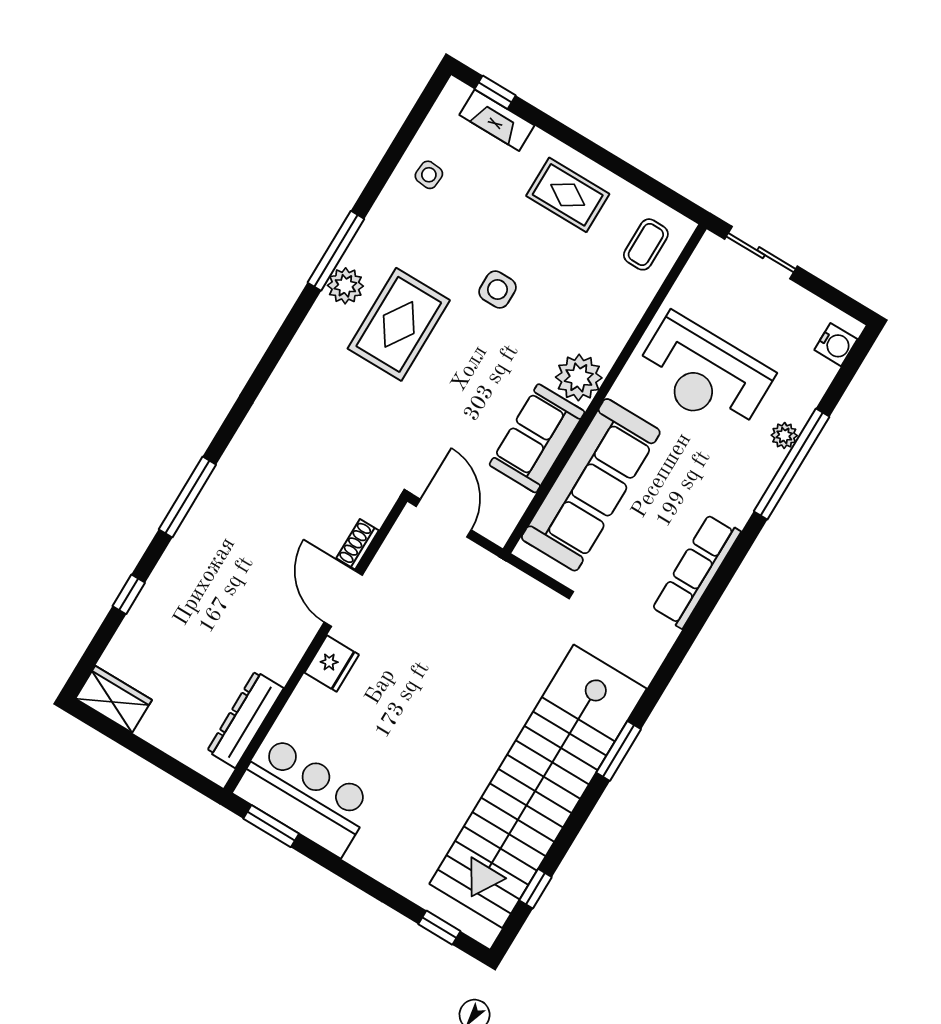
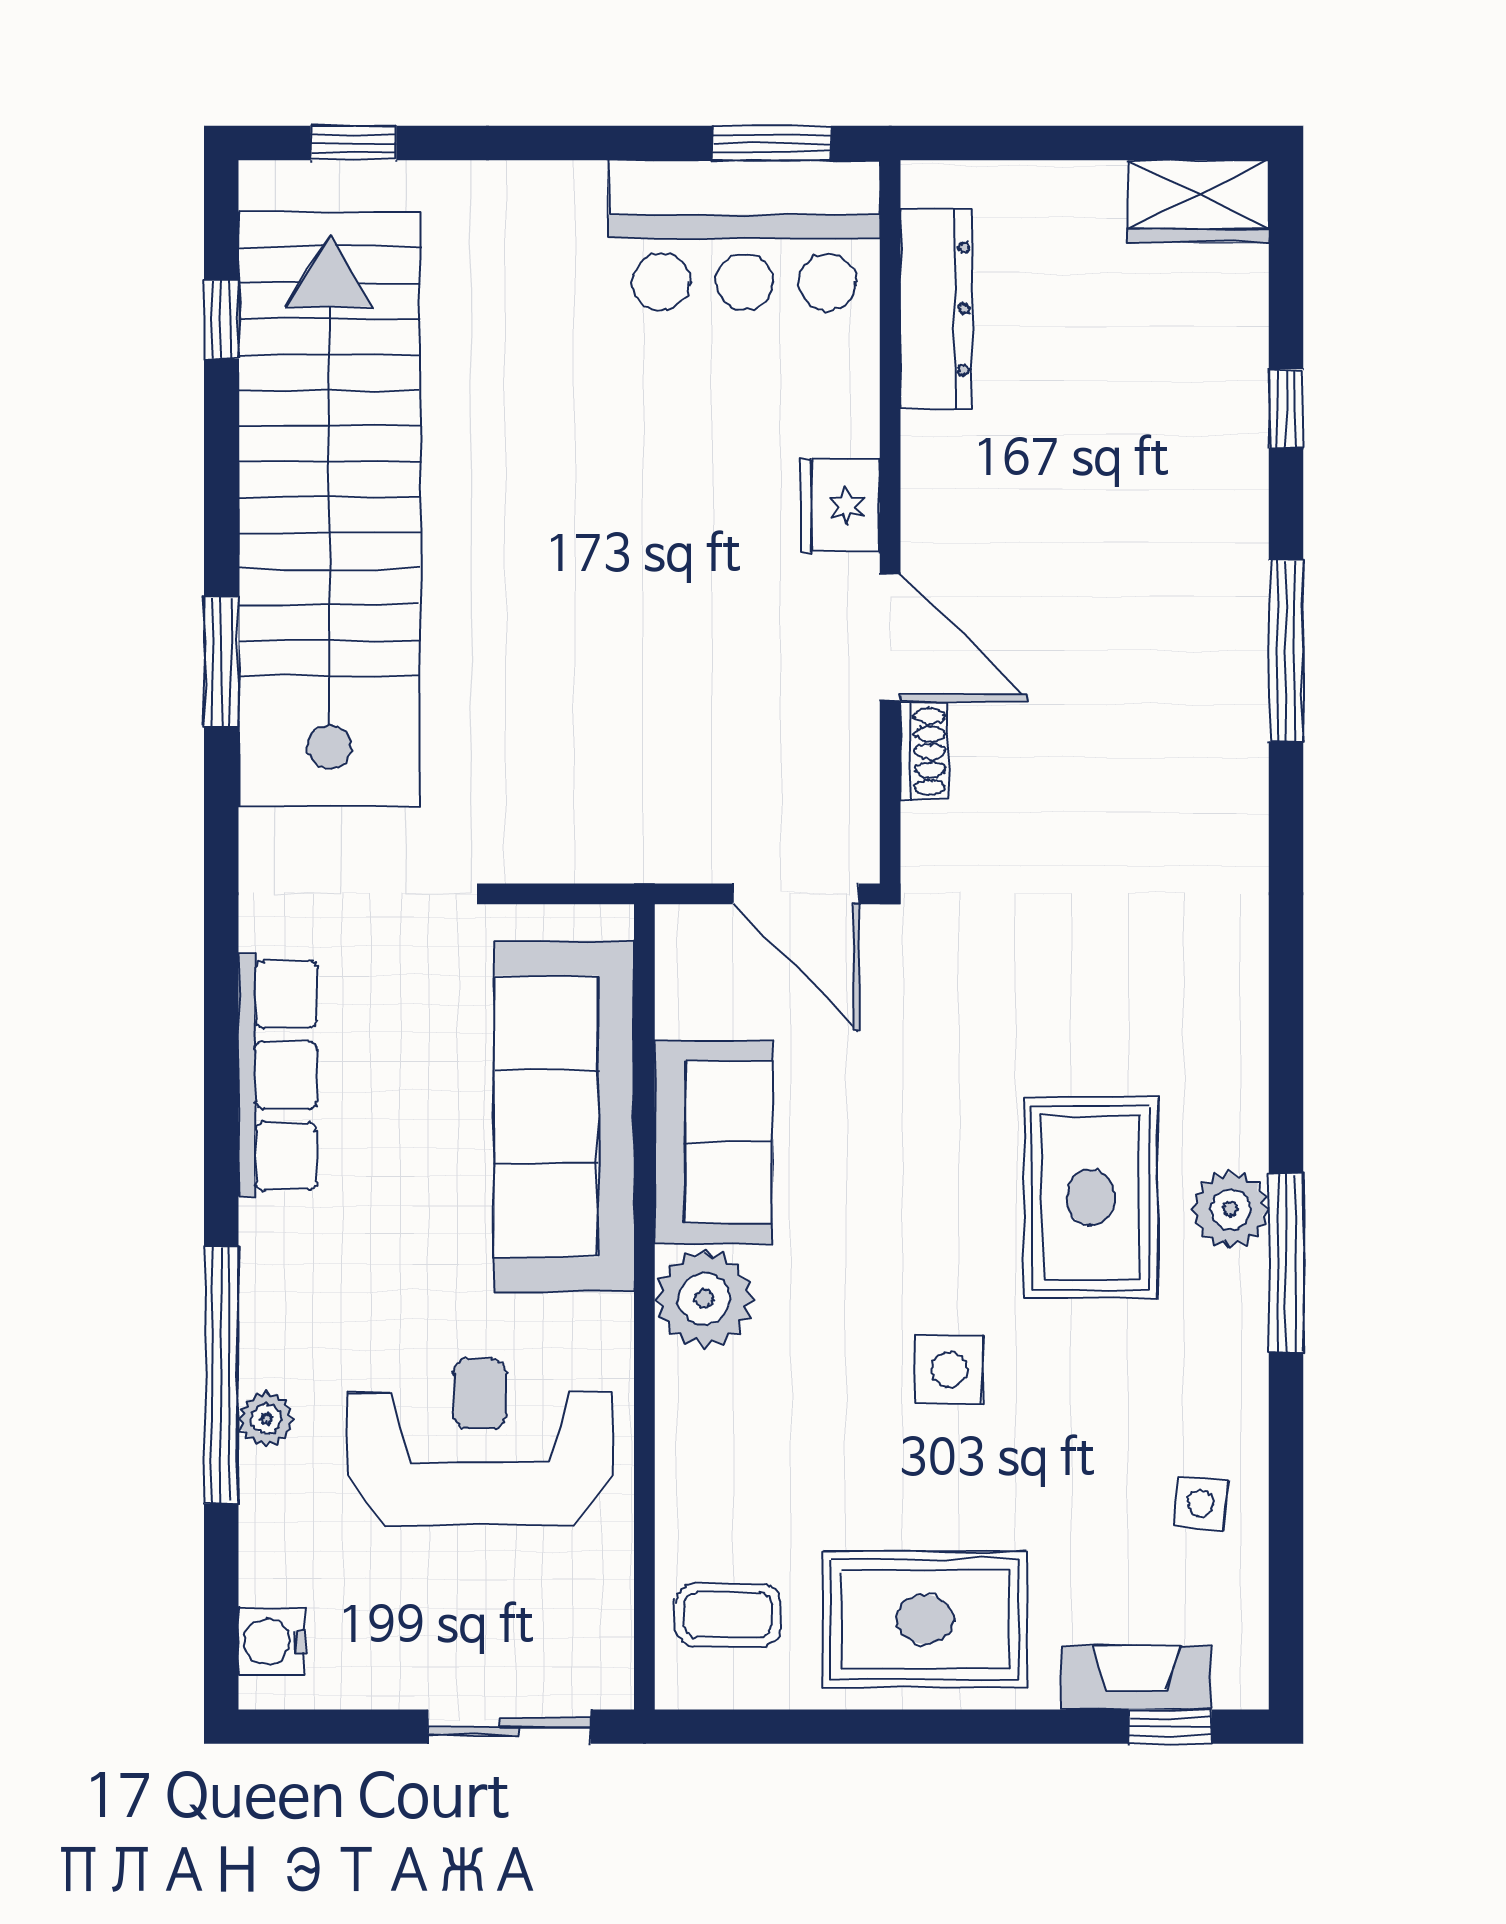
rug: (568, 195) -> (925, 1619), width x1.36, depth x1.43
coffee table: (646, 244) -> (728, 1615), turned 90

